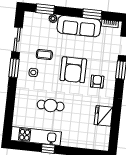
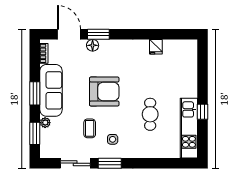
window: (92, 14) -> (35, 93), moved
floor lamp: (112, 64) -> (93, 45), added
armchair: (97, 82) -> (115, 61), removed
fridge: (103, 116) -> (156, 47), width x0.53, depth x0.75

